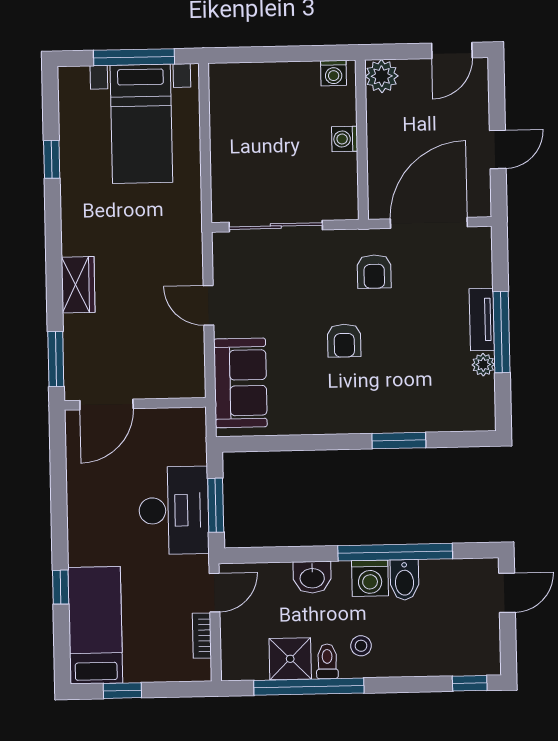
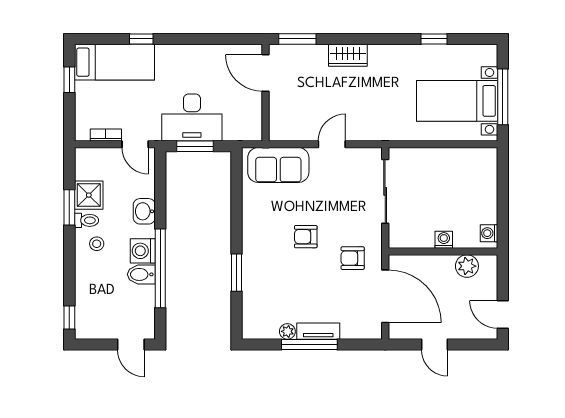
plant: (382, 76) -> (467, 266), moved
window: (309, 687) -> (69, 207), width x0.47

